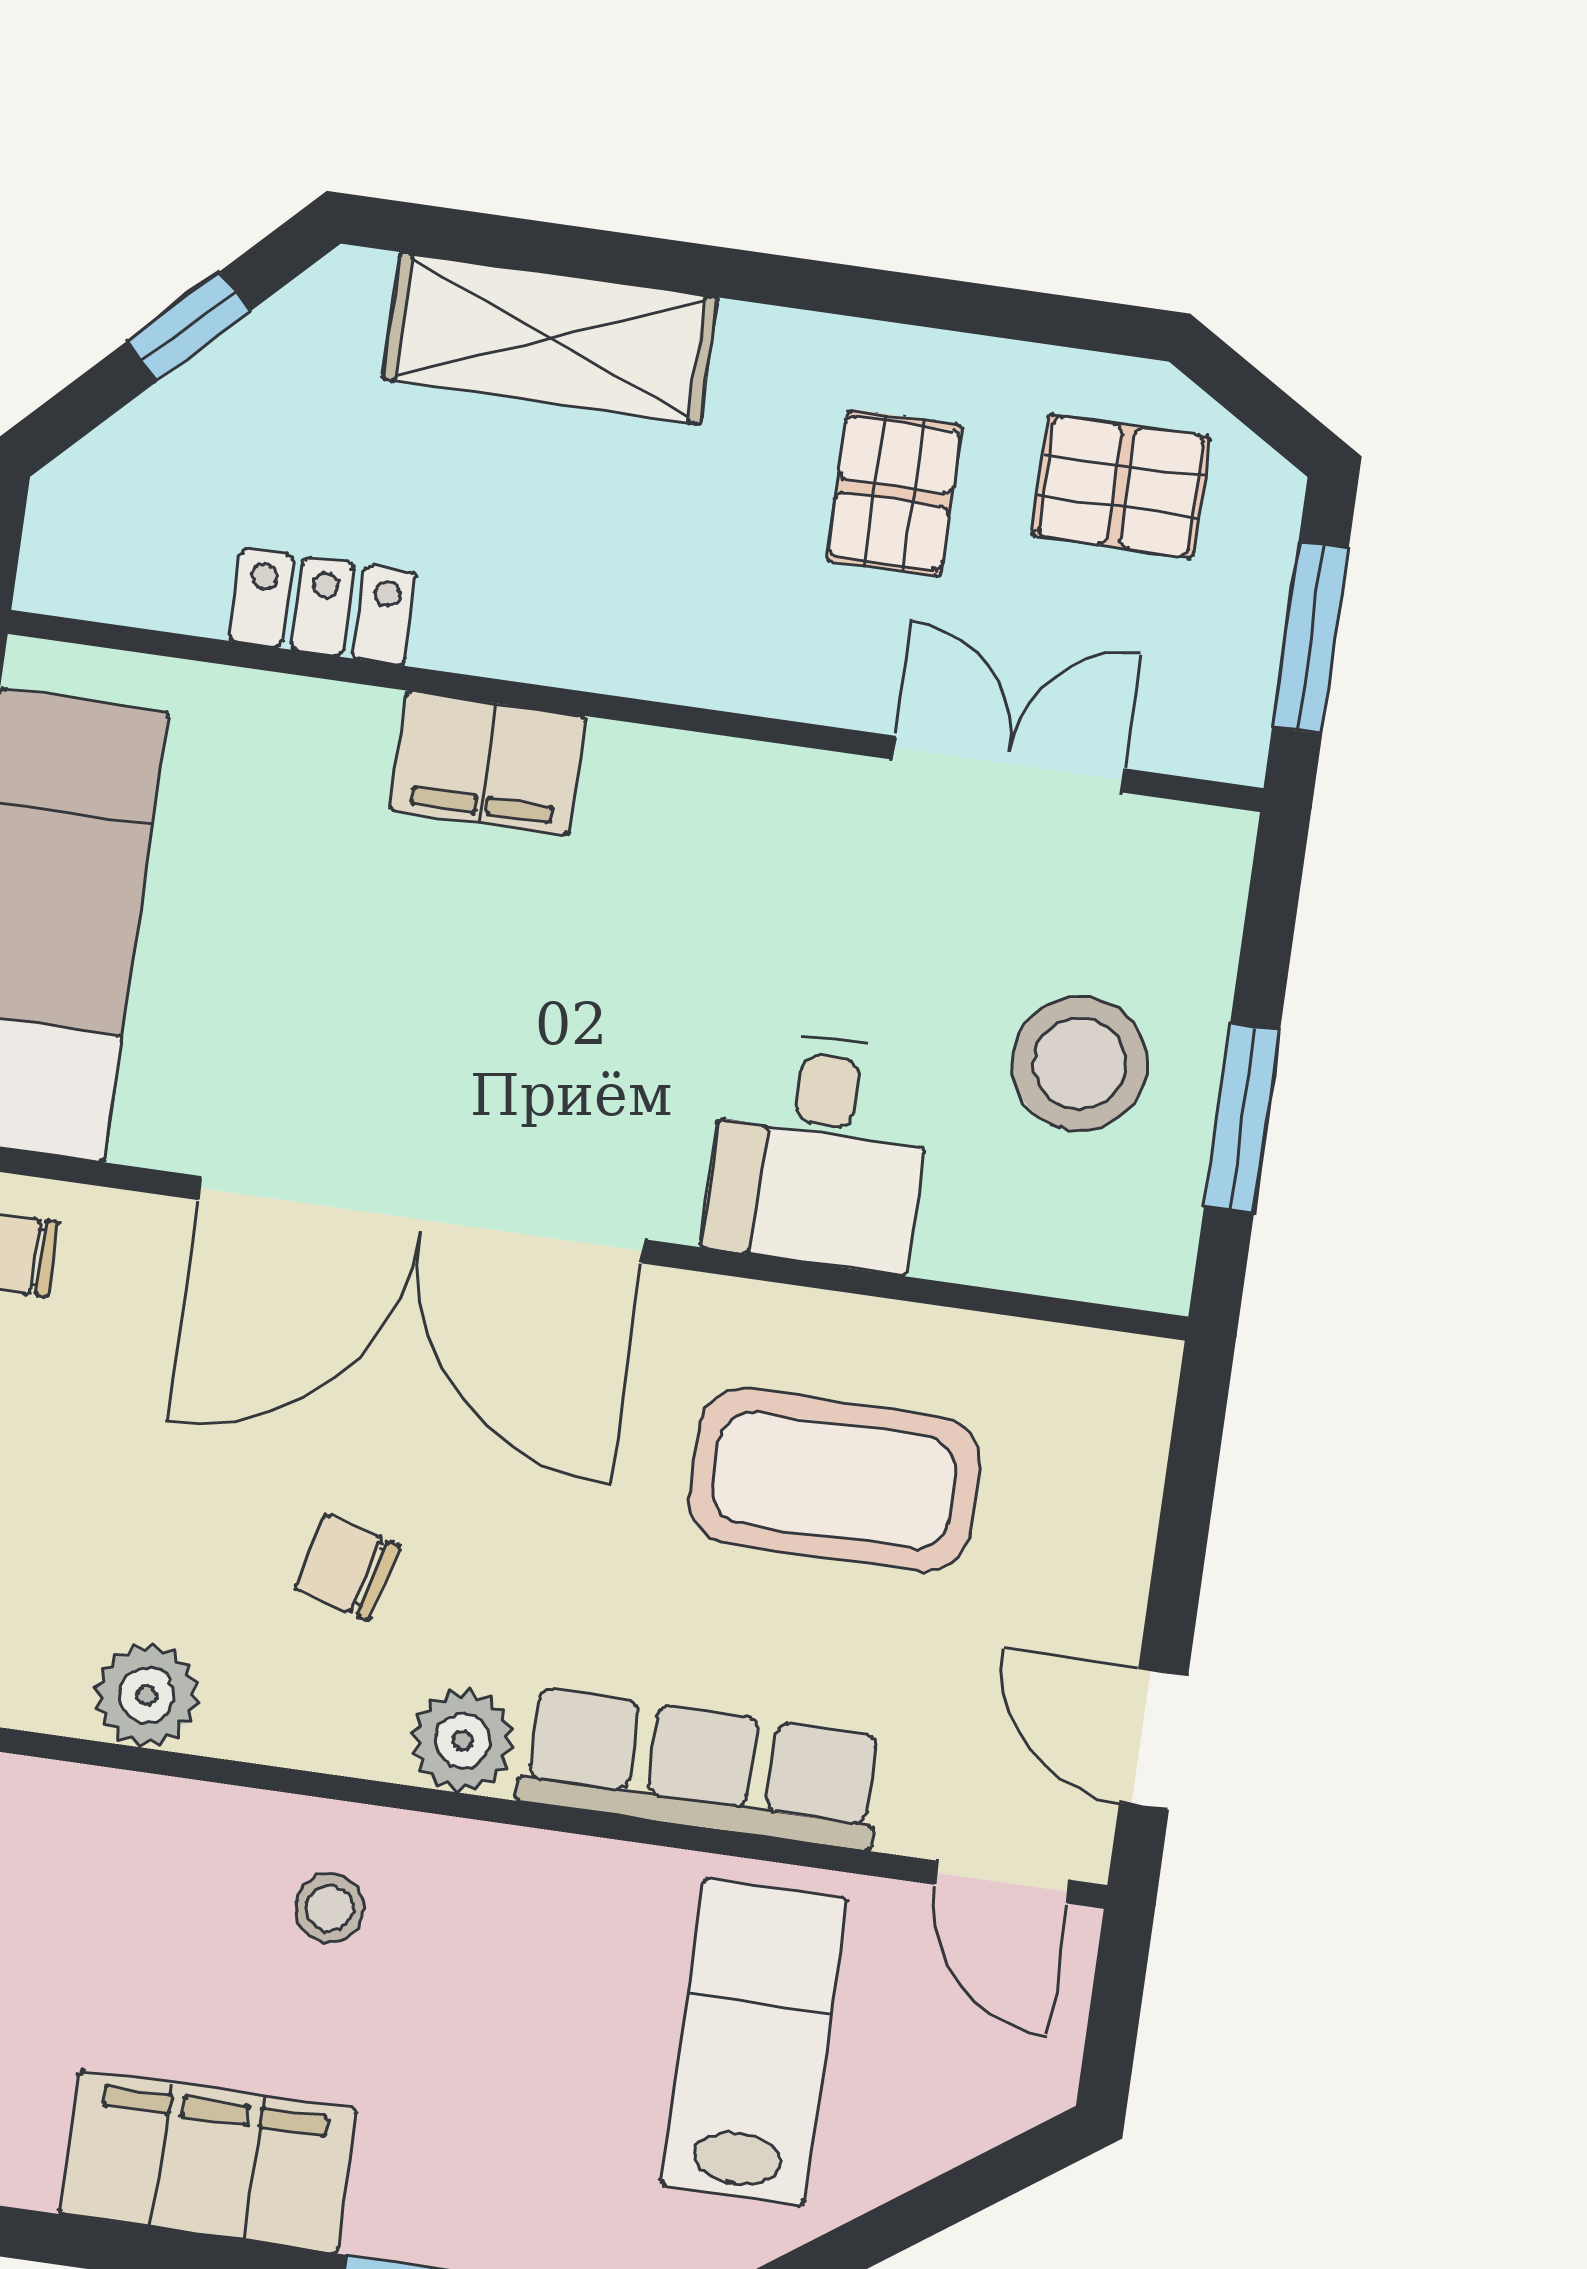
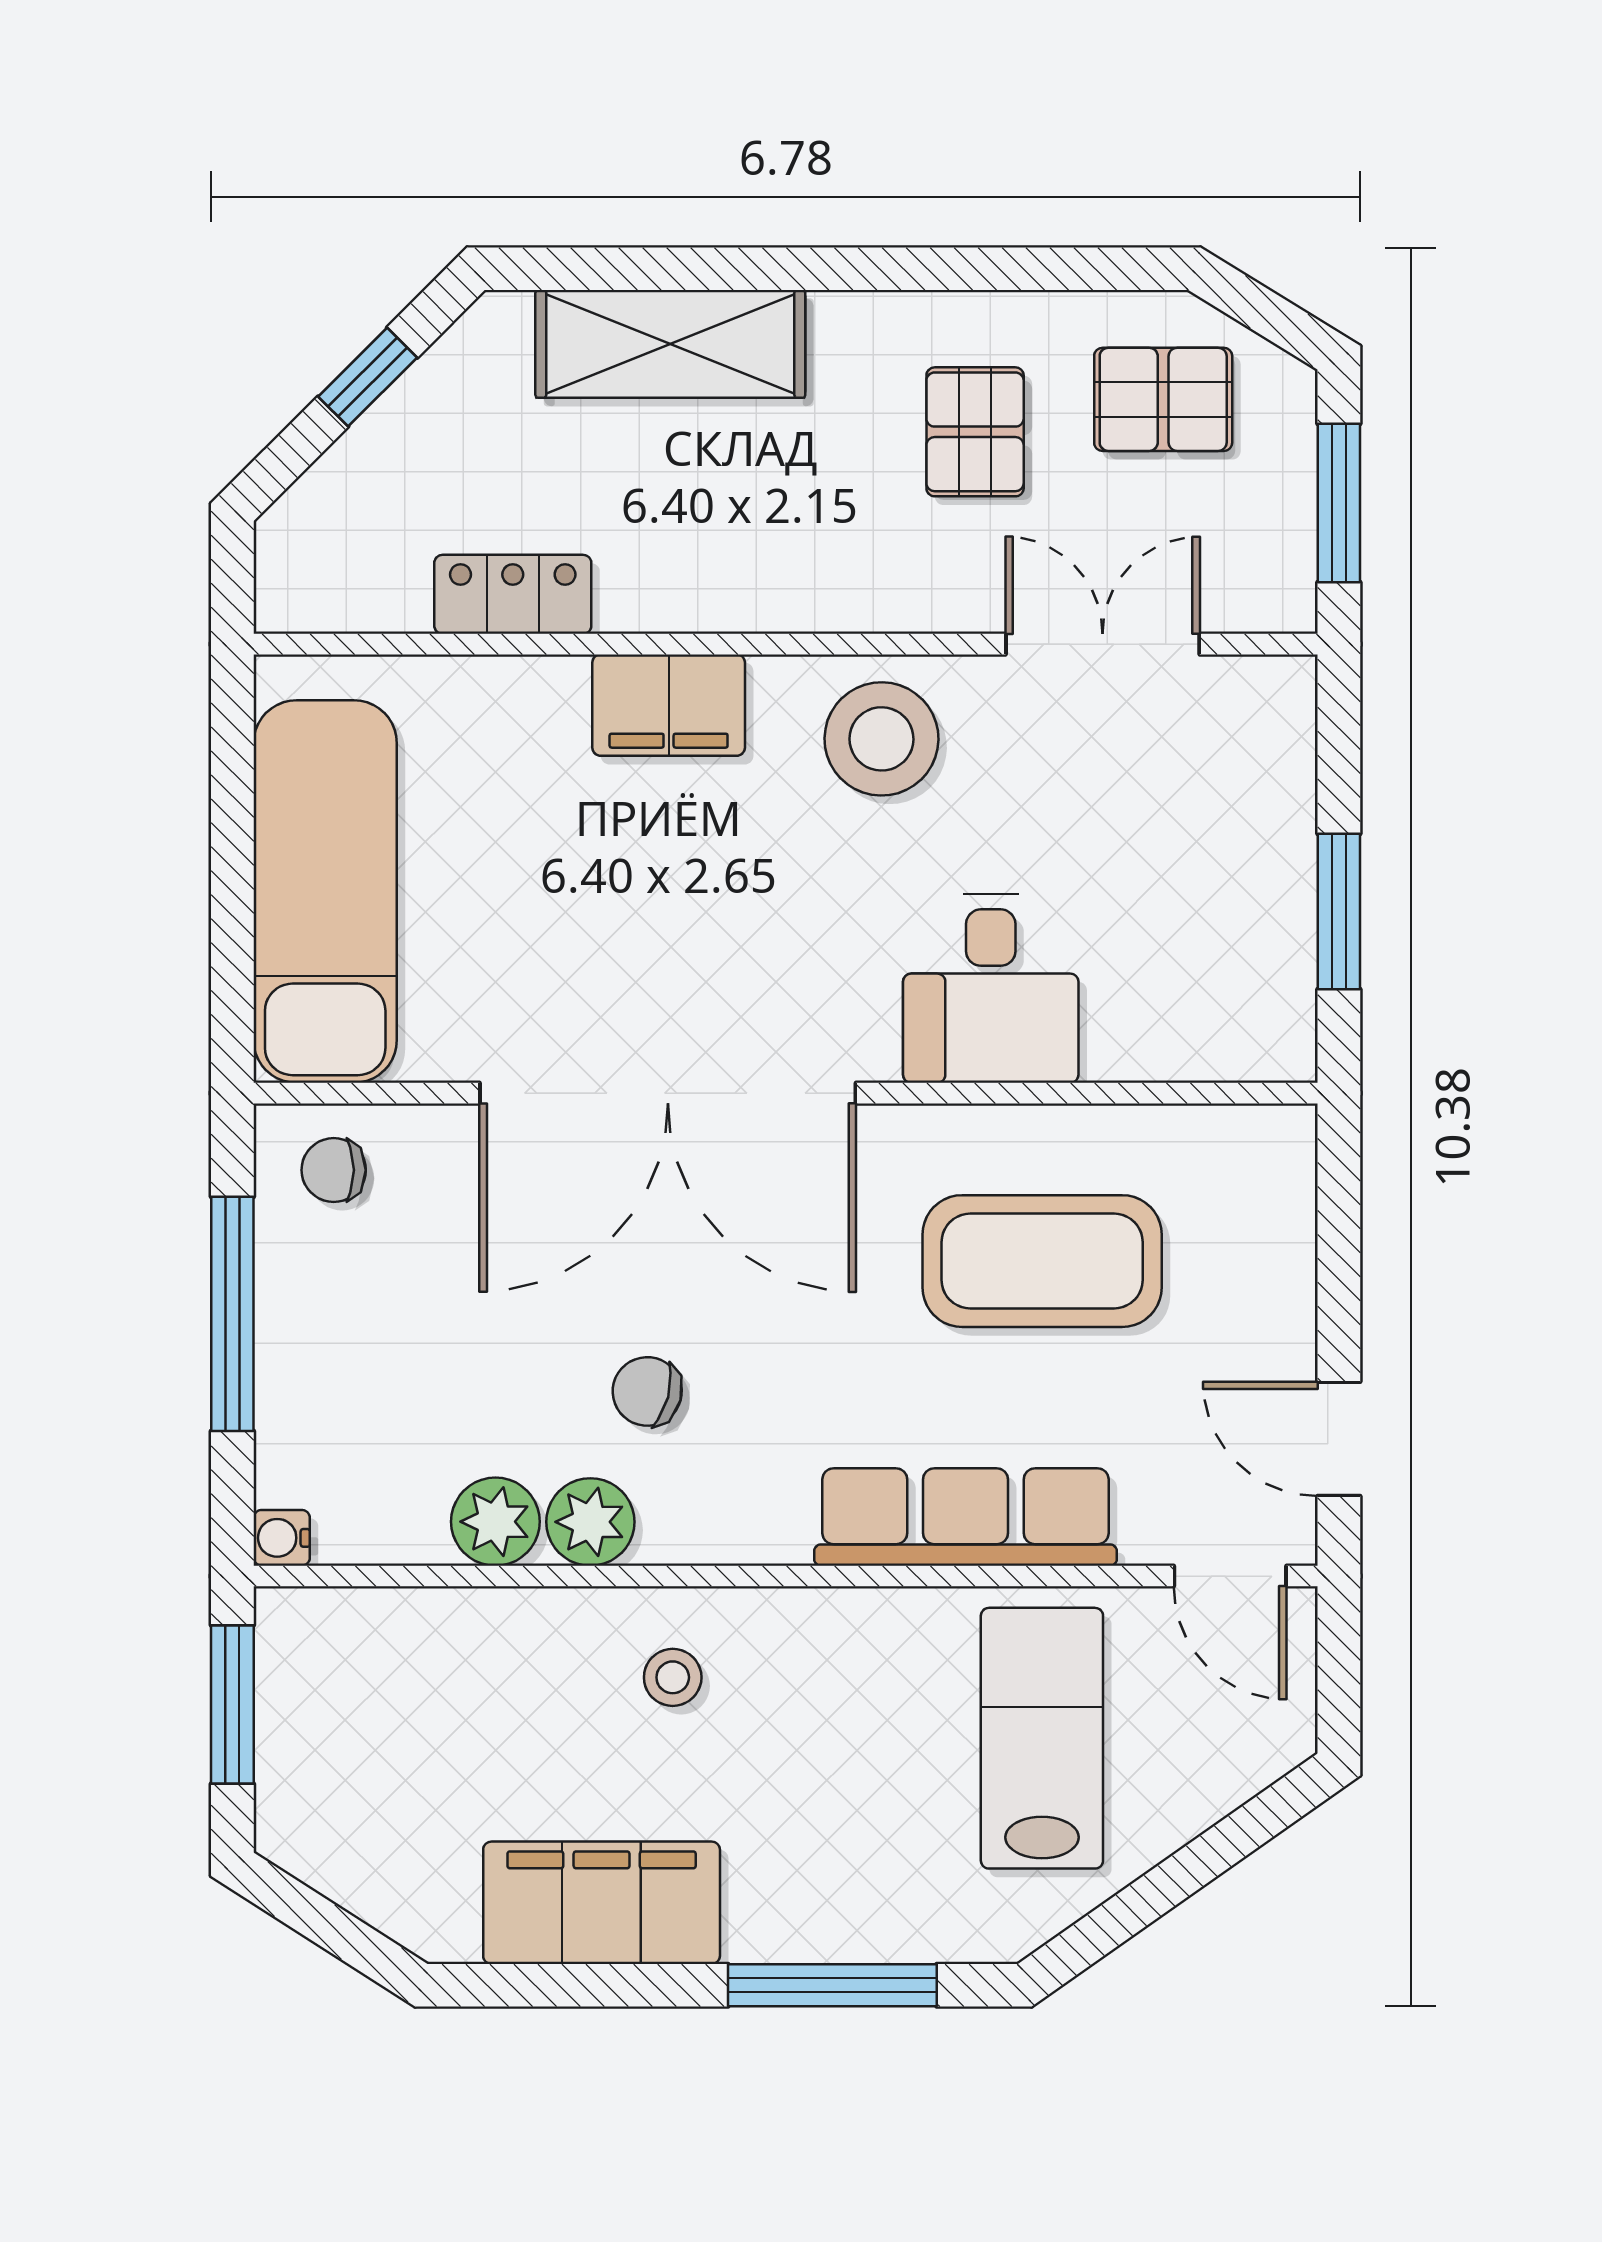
stool: (1080, 1064) -> (881, 739), moved
plant: (463, 1741) -> (590, 1522), moved

